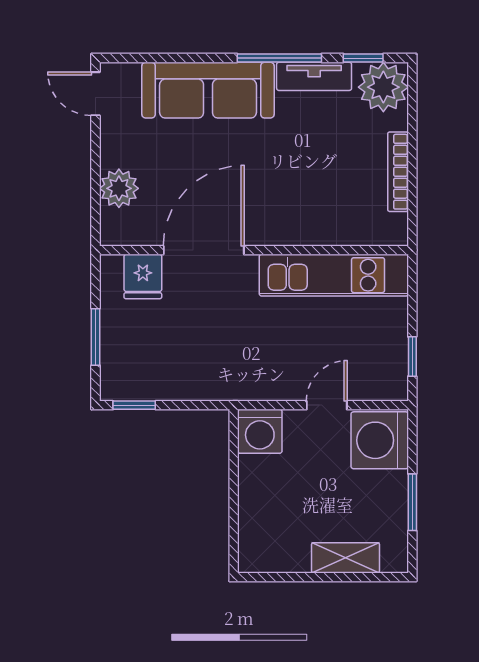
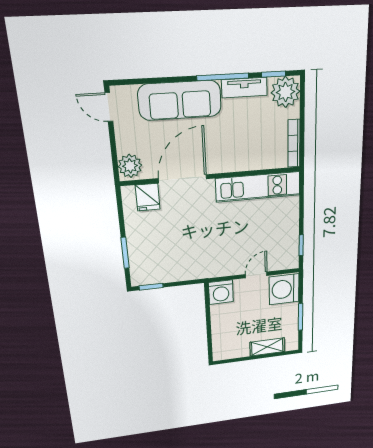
door: (204, 250) -> (183, 179), moved
wall: (254, 250) -> (212, 176), moved
kitchen unit: (334, 275) -> (258, 187), moved
fridge: (143, 277) -> (148, 197), moved

